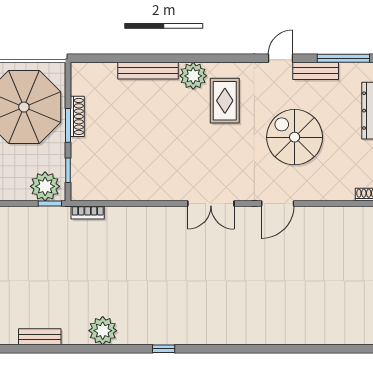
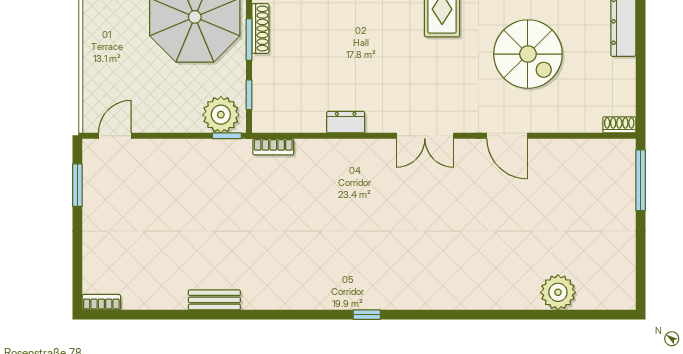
spiral stairs: (295, 137) -> (528, 54), turned 180
dresser: (146, 193) -> (346, 122), added
door: (278, 204) -> (507, 136), hinge flipped
plant: (103, 331) -> (558, 292), moved

